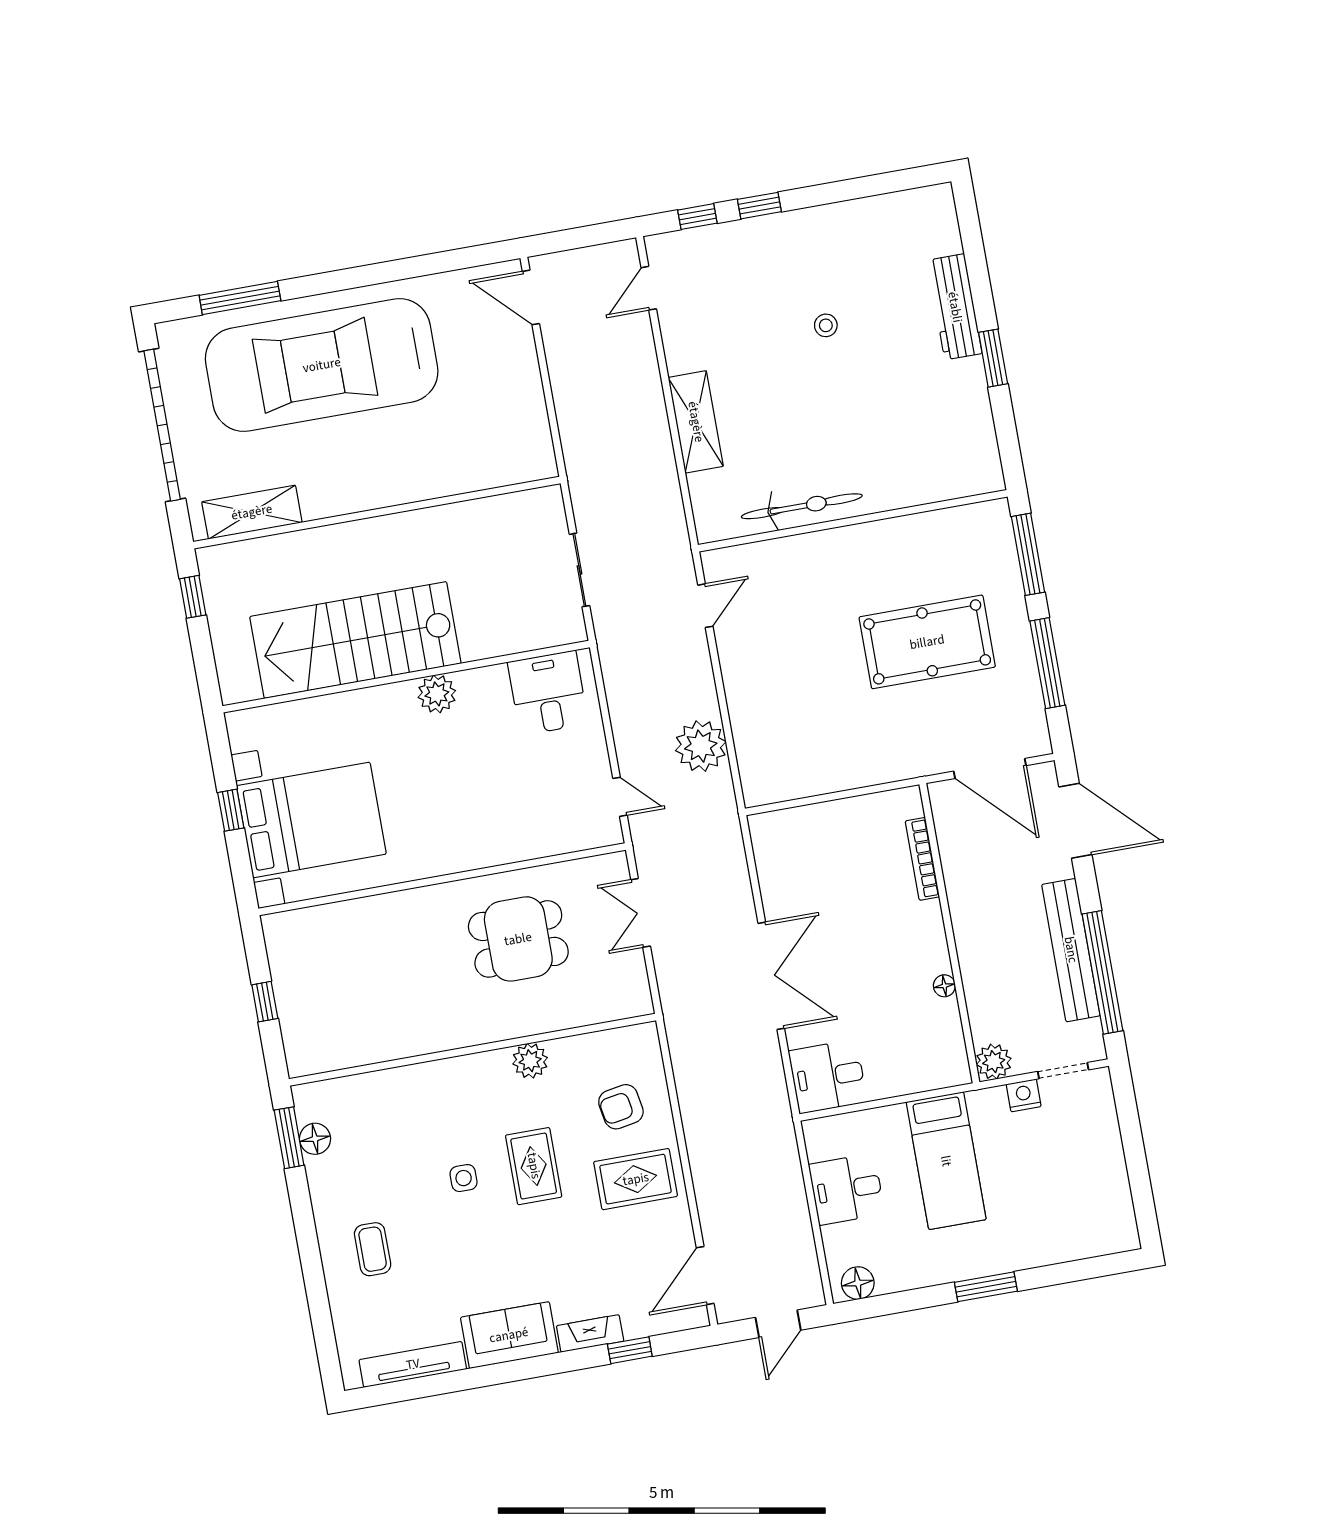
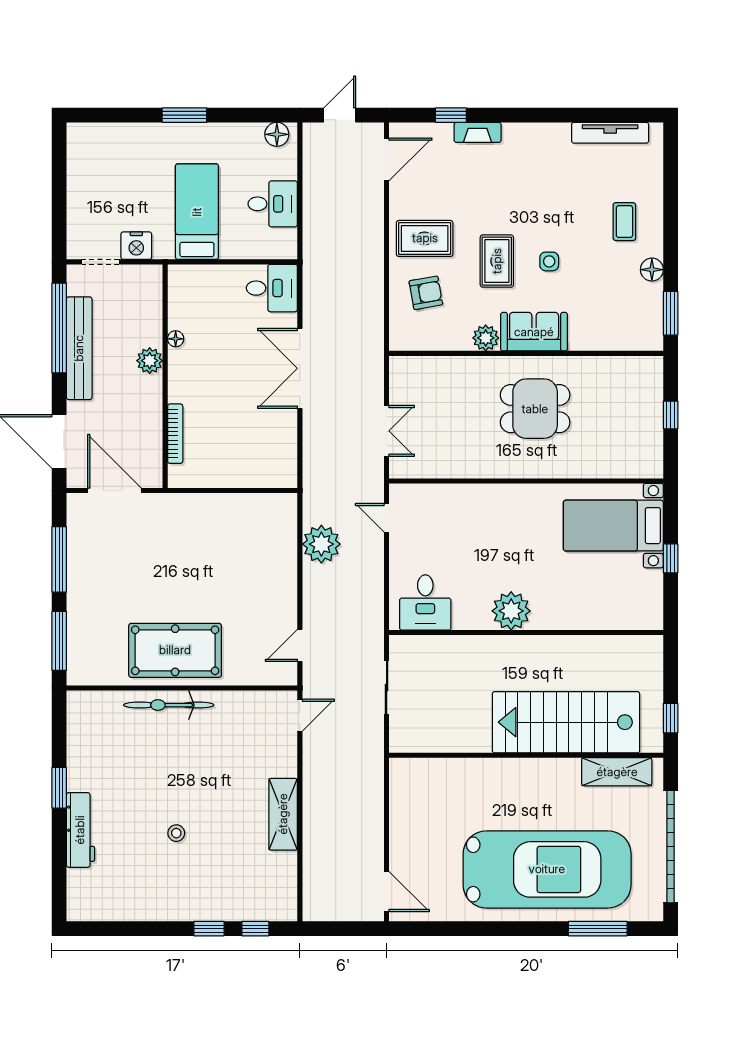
door: (649, 288) -> (300, 715), moved
shelving: (696, 422) -> (283, 814), moved
bicycle: (802, 506) -> (169, 705), moved
stairs: (355, 640) -> (566, 722), moved, turned 180
pool table: (927, 642) -> (175, 650), moved
plant: (437, 694) -> (511, 611), width x1.36, depth x1.36
bed with nightstands: (311, 820) -> (613, 526), width x0.73
dining table: (518, 939) -> (535, 409), moved
plant: (994, 1062) -> (150, 361), moved
nightstand: (1024, 1095) -> (136, 246), width x1.36, depth x1.33
floor lamp: (315, 1139) -> (652, 270), moved
sofa: (509, 1335) -> (534, 332), moved, turned 180

